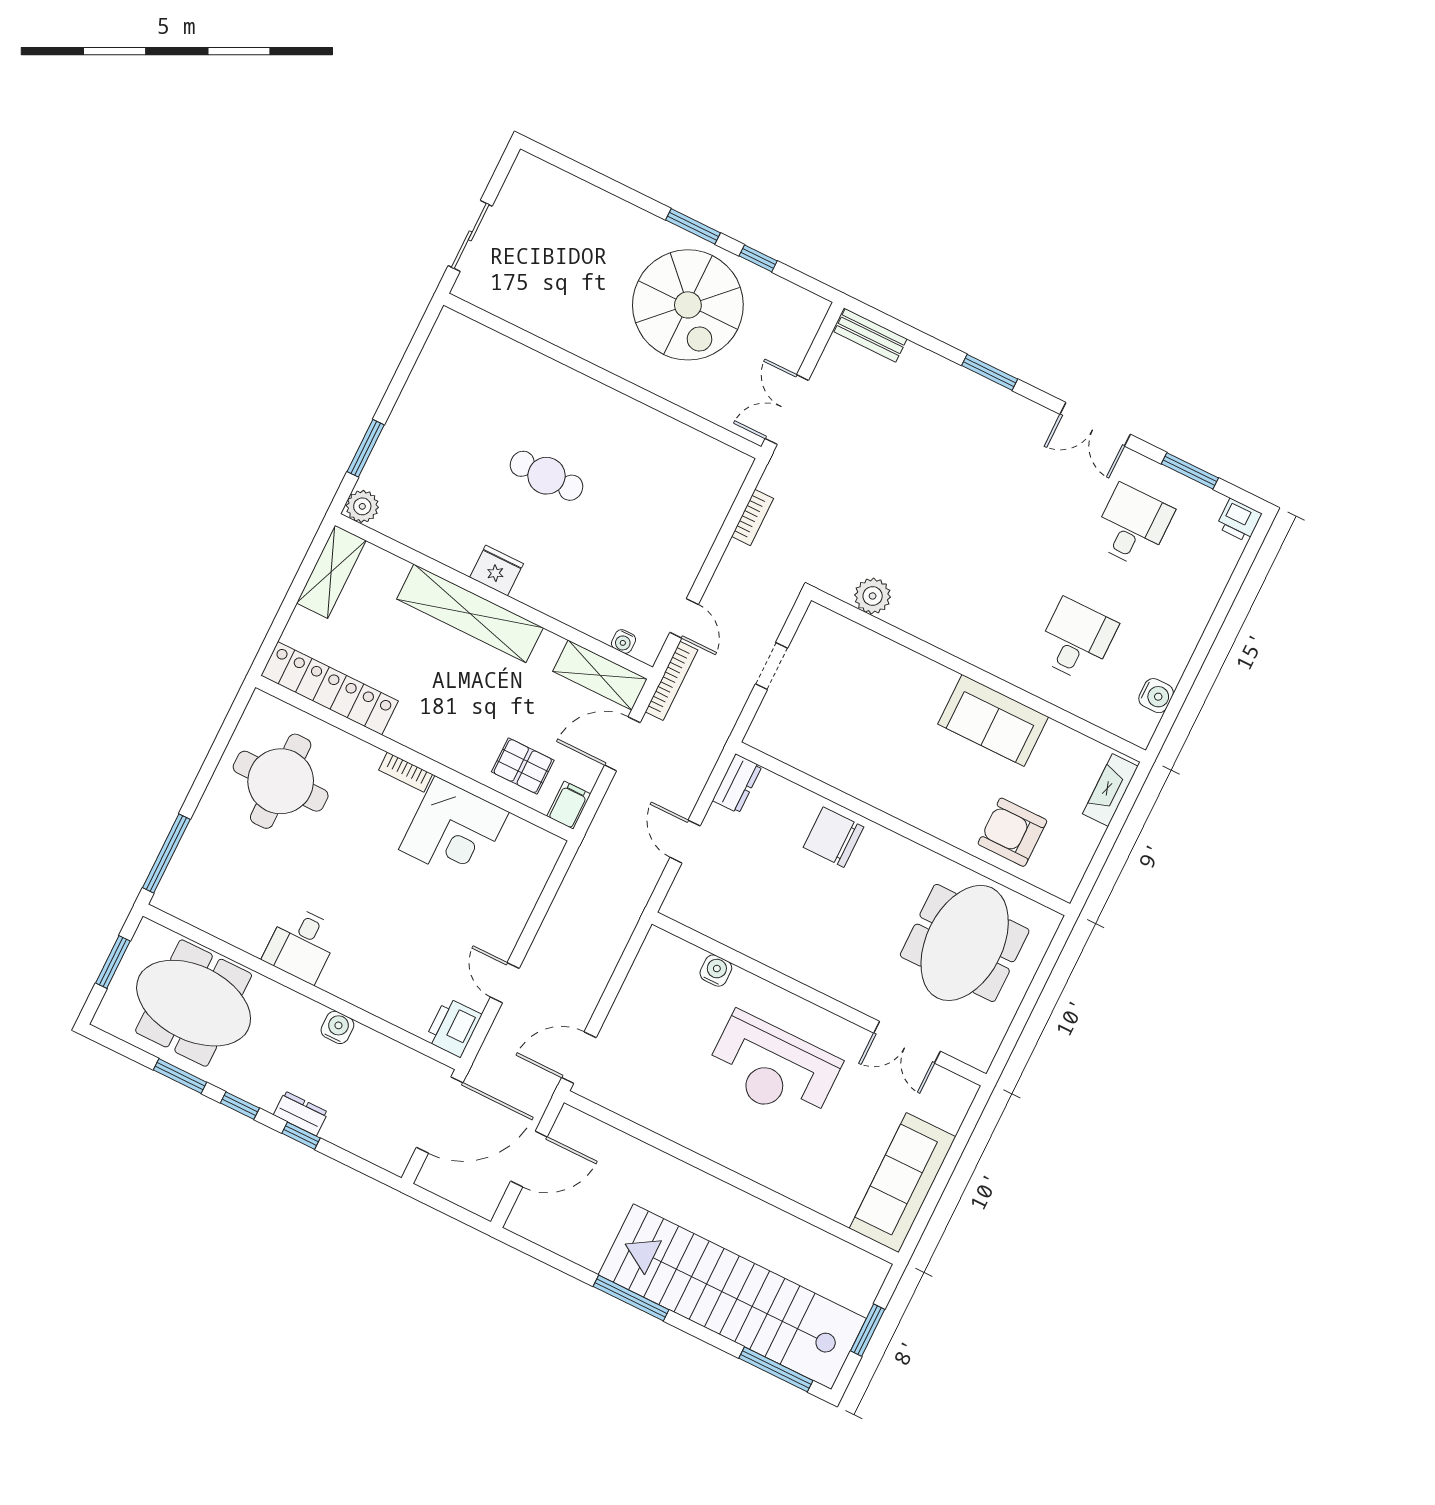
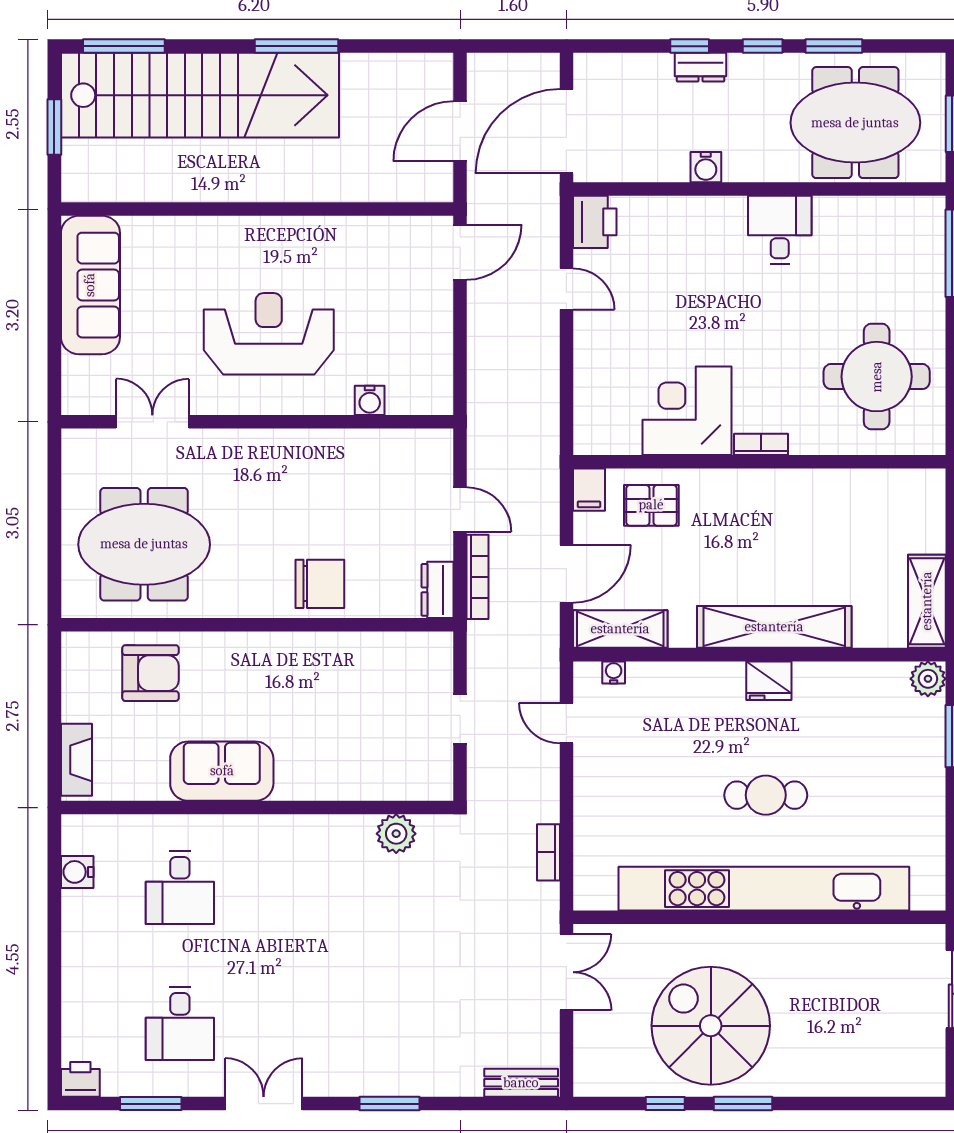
kitchen unit: (587, 398) -> (764, 889), added
bookcase: (671, 681) -> (477, 577), moved, turned 180
locker: (330, 688) -> (873, 489), removed
meeting table: (965, 943) -> (144, 544), turned 90

